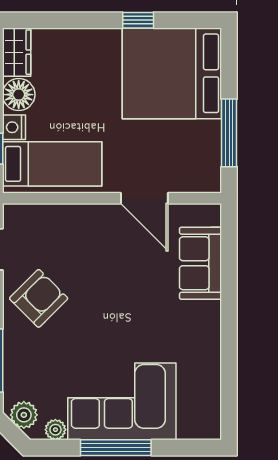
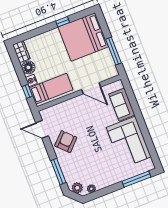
corner sofa: (122, 401) -> (129, 142), moved, turned -90
window: (116, 448) -> (136, 179), moved

